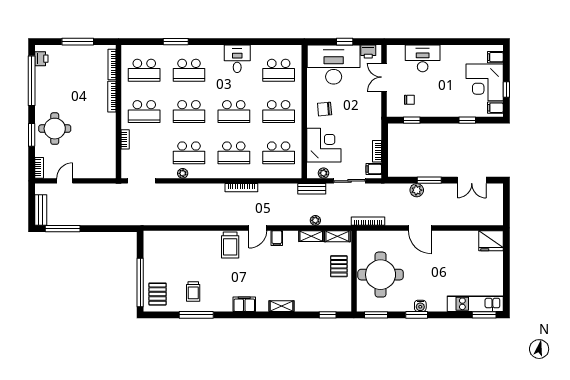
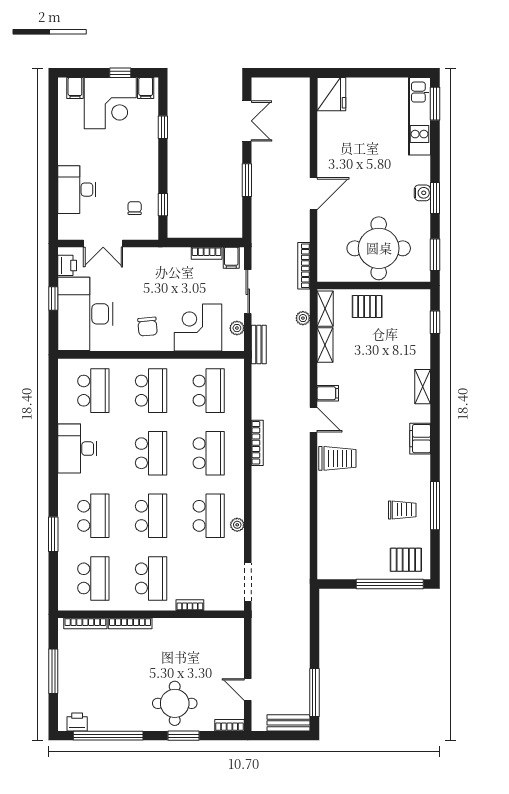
desk: (237, 59) -> (77, 449), width x1.37
plant: (417, 190) -> (261, 198), removed
plant: (315, 220) -> (303, 318), moved

